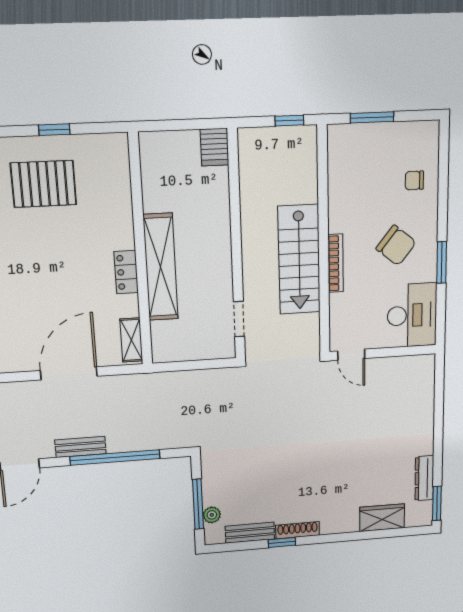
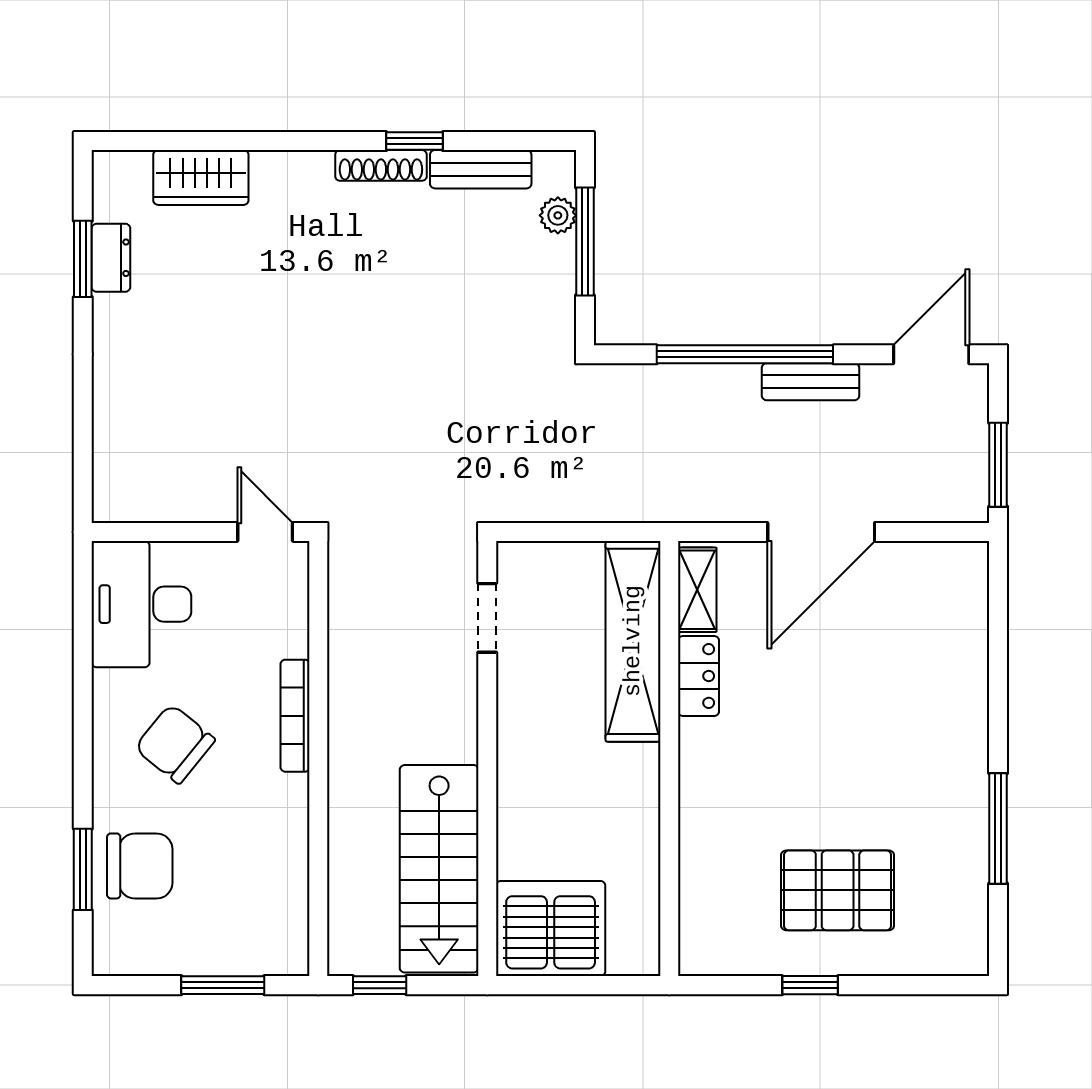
server rack: (215, 147) -> (551, 929), width x2.18, depth x1.44
chair: (414, 180) -> (140, 866), width x1.87, depth x1.87
stairs: (299, 260) -> (439, 869), moved, turned 180
window: (442, 262) -> (83, 869), moved
shelving: (161, 267) -> (633, 641), moved
locker: (126, 272) -> (699, 676), moved
dresser: (424, 478) -> (111, 258), width x0.70
window: (437, 503) -> (83, 259), moved

